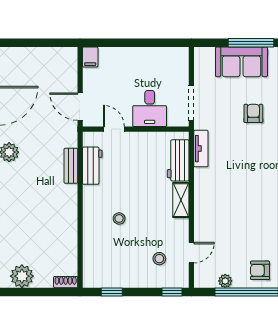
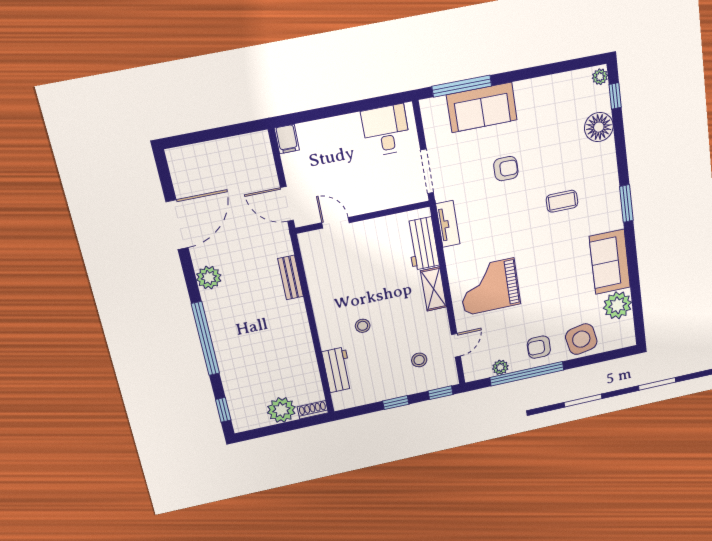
window: (251, 43) -> (462, 86), moved
desk: (150, 108) -> (386, 130), moved, turned 180
armchair: (253, 113) -> (506, 169), turned 90
workbench: (92, 166) -> (338, 370), moved
grand piano: (226, 208) -> (489, 287), added
plant: (22, 276) -> (281, 410), moved
window: (112, 292) -> (396, 403), moved

